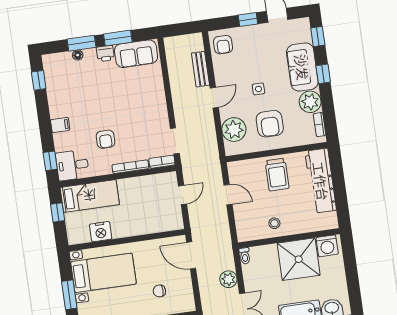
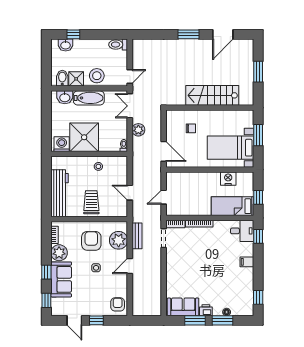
bench: (200, 69) -> (137, 236), moved
armchair: (105, 139) -> (215, 247), removed

